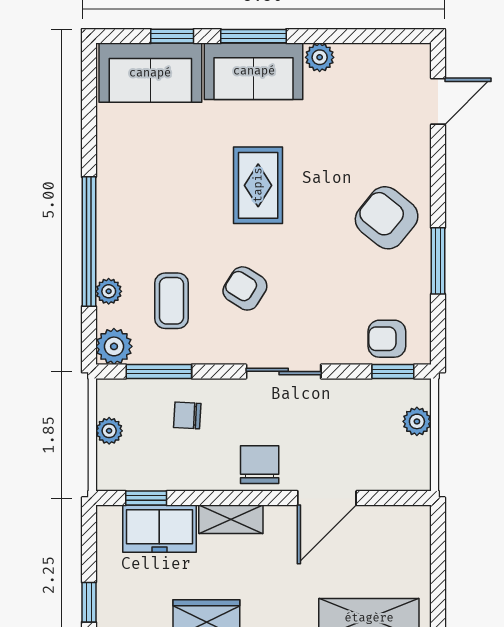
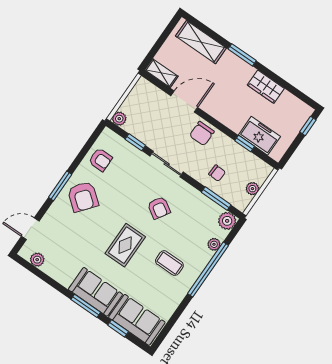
plant: (320, 57) -> (37, 260), moved
window: (438, 261) -> (60, 186), moved
coffee table: (172, 301) -> (169, 263), moved, turned 90
armchair: (387, 339) -> (100, 160), moved
window: (393, 371) -> (135, 142), moved
plant: (417, 421) -> (119, 119), moved
window: (146, 498) -> (245, 143), moved
shelving: (231, 519) -> (161, 73), moved

